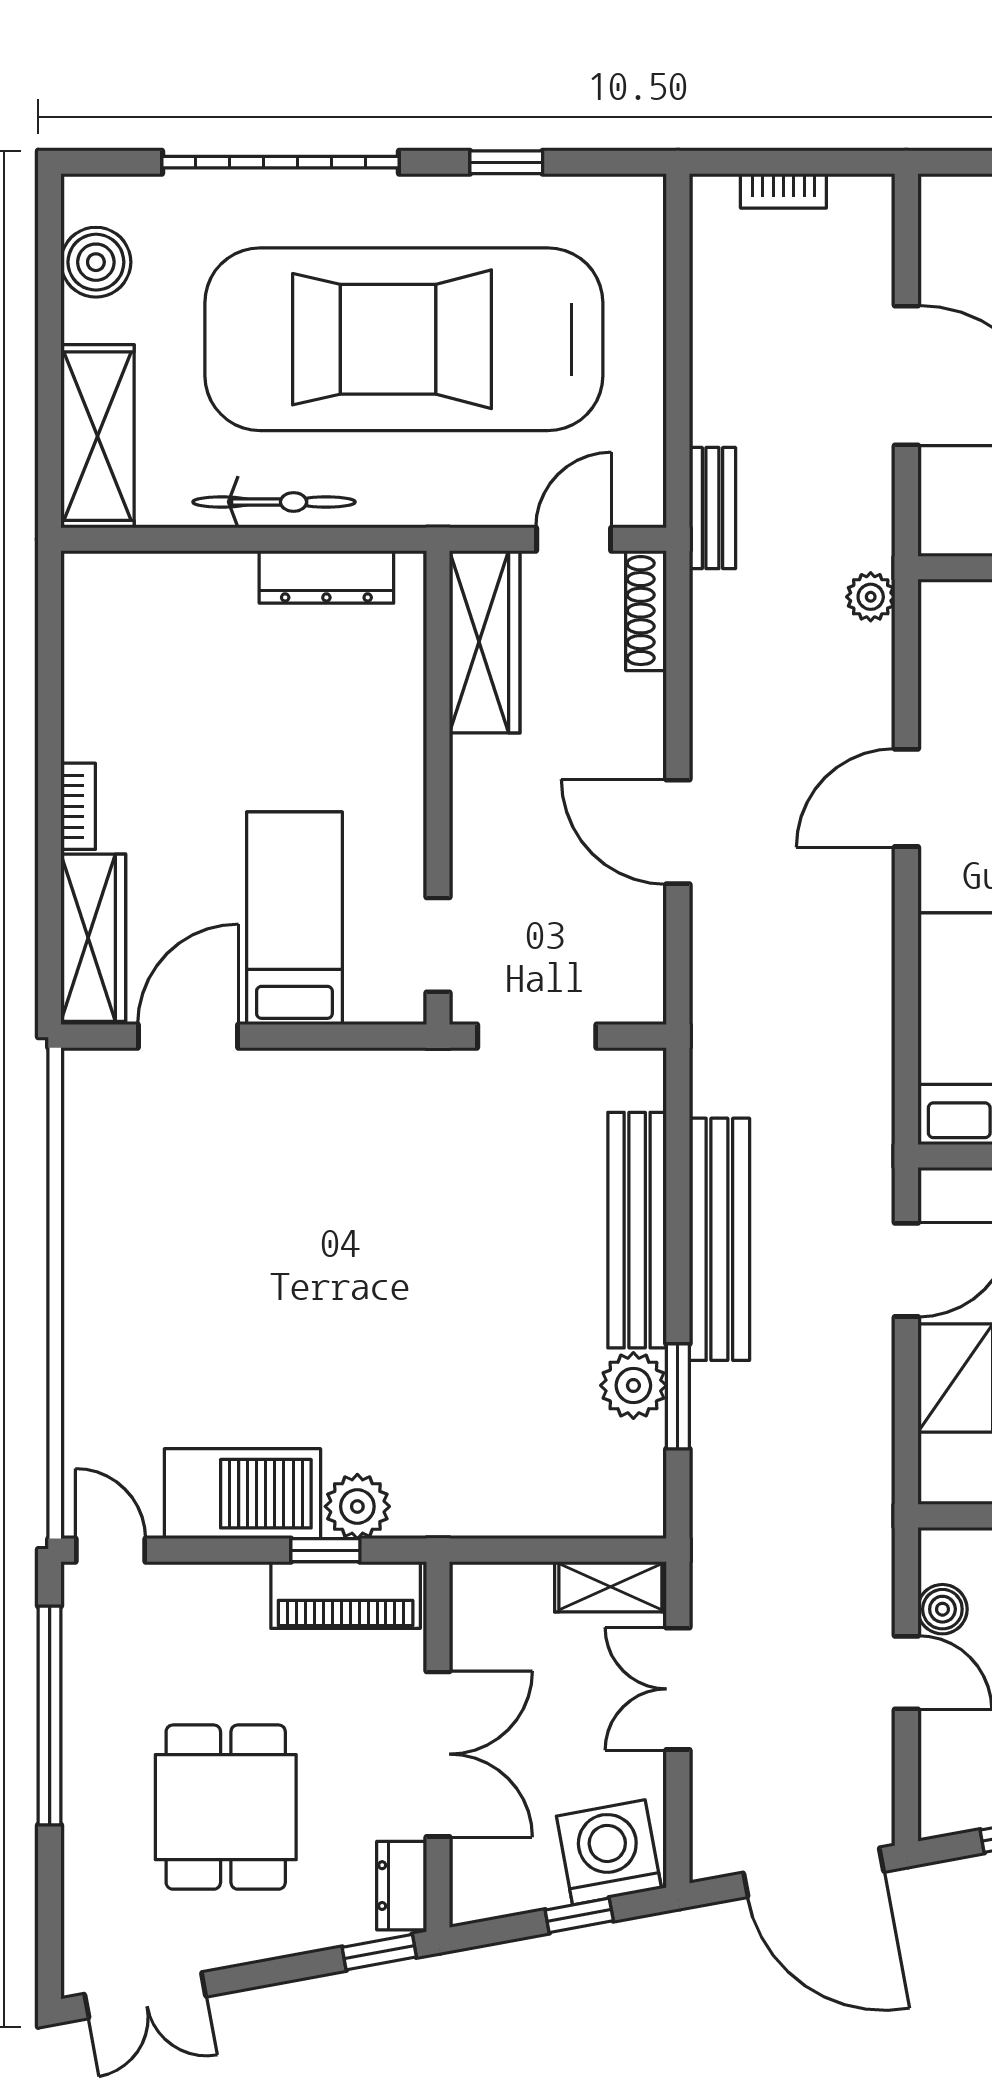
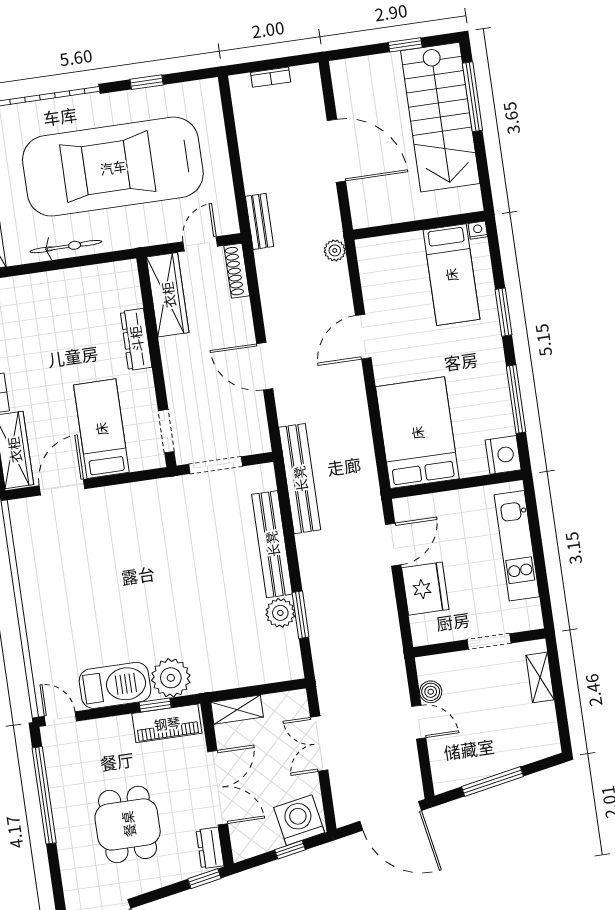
dresser: (326, 577) -> (136, 339), moved, turned 90
bench: (719, 1239) -> (300, 479), moved
plant: (357, 1506) -> (171, 678), width x1.36, depth x1.36
shelving: (610, 1587) -> (237, 710), moved

